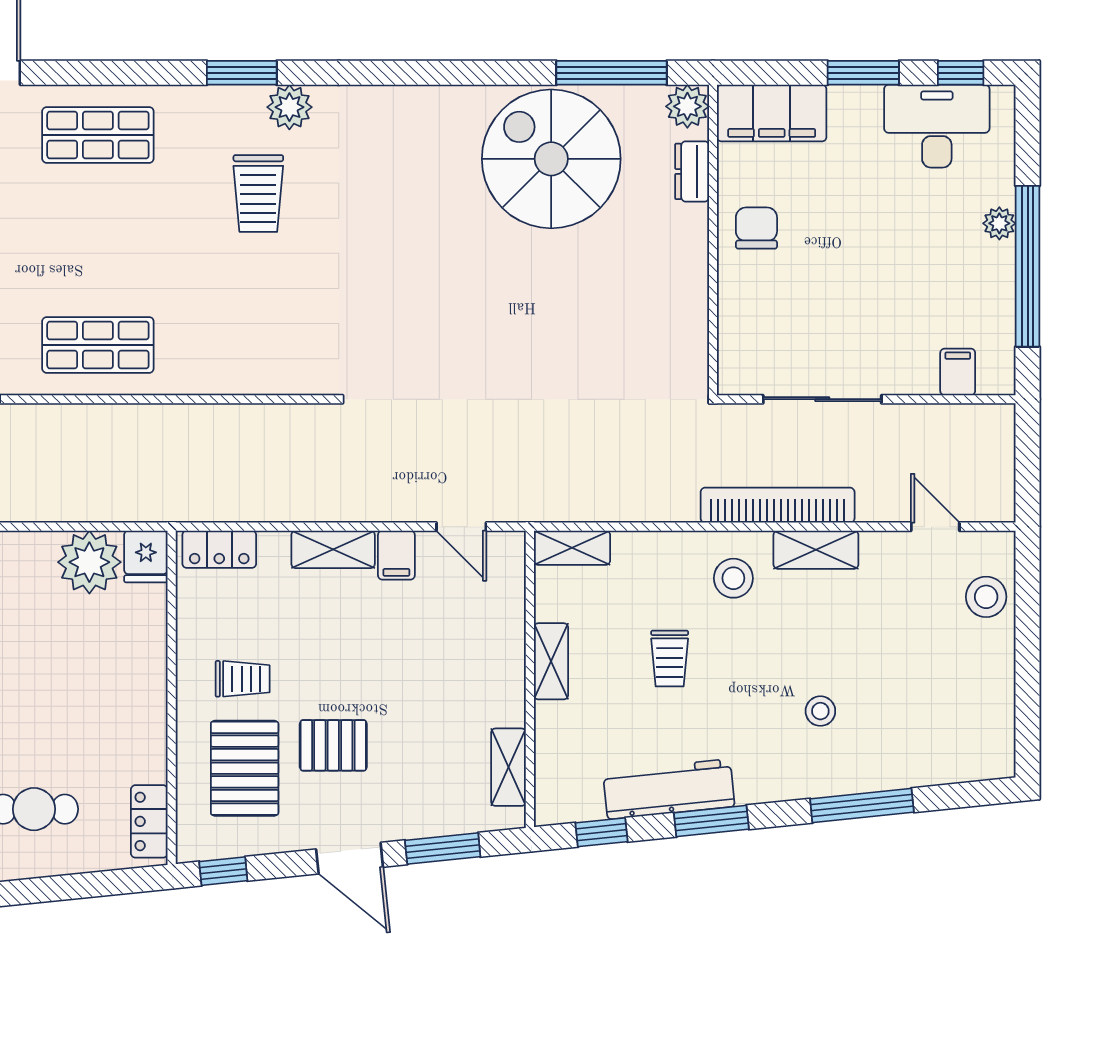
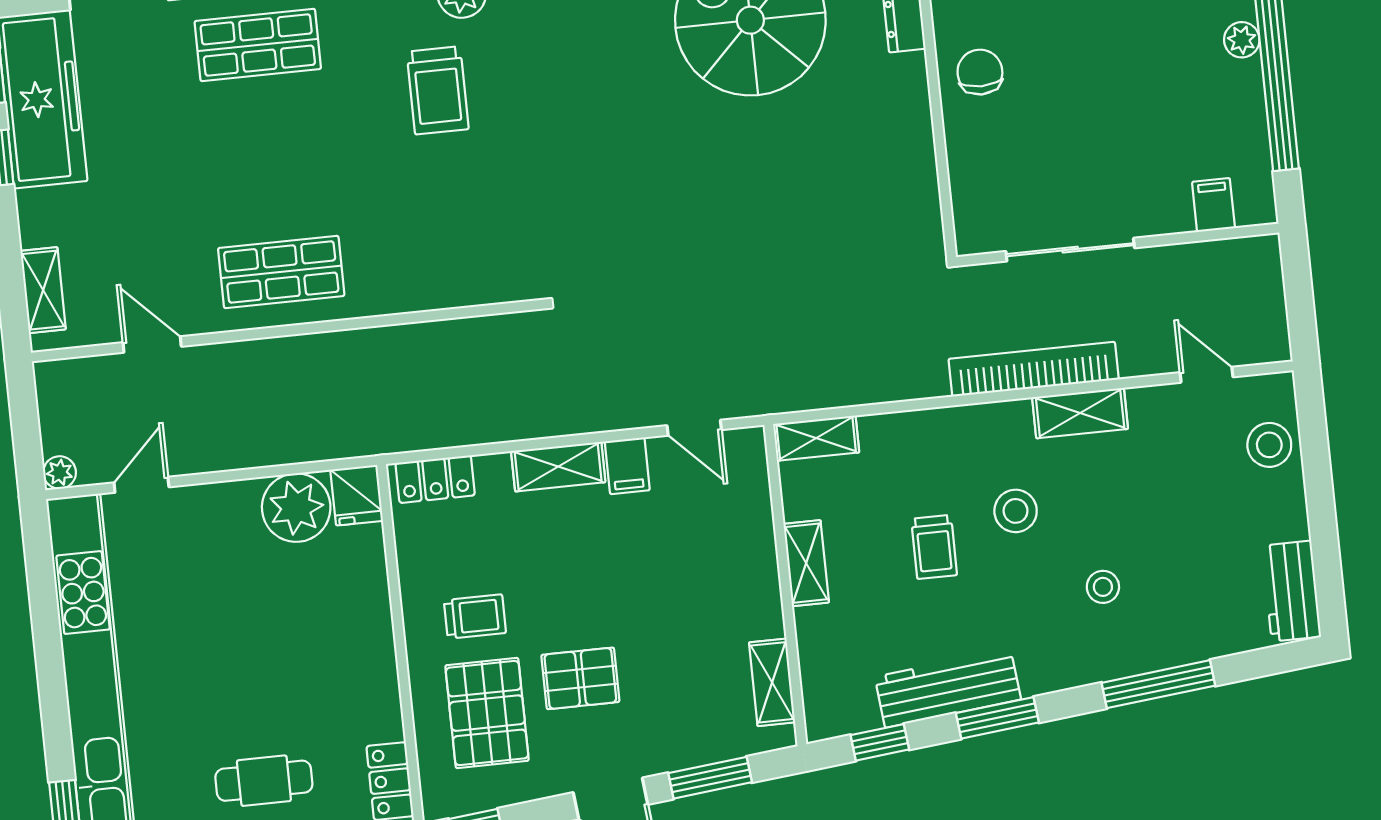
stool: (733, 578) -> (1016, 511), moved
workbench: (993, 733) -> (1291, 591), added

